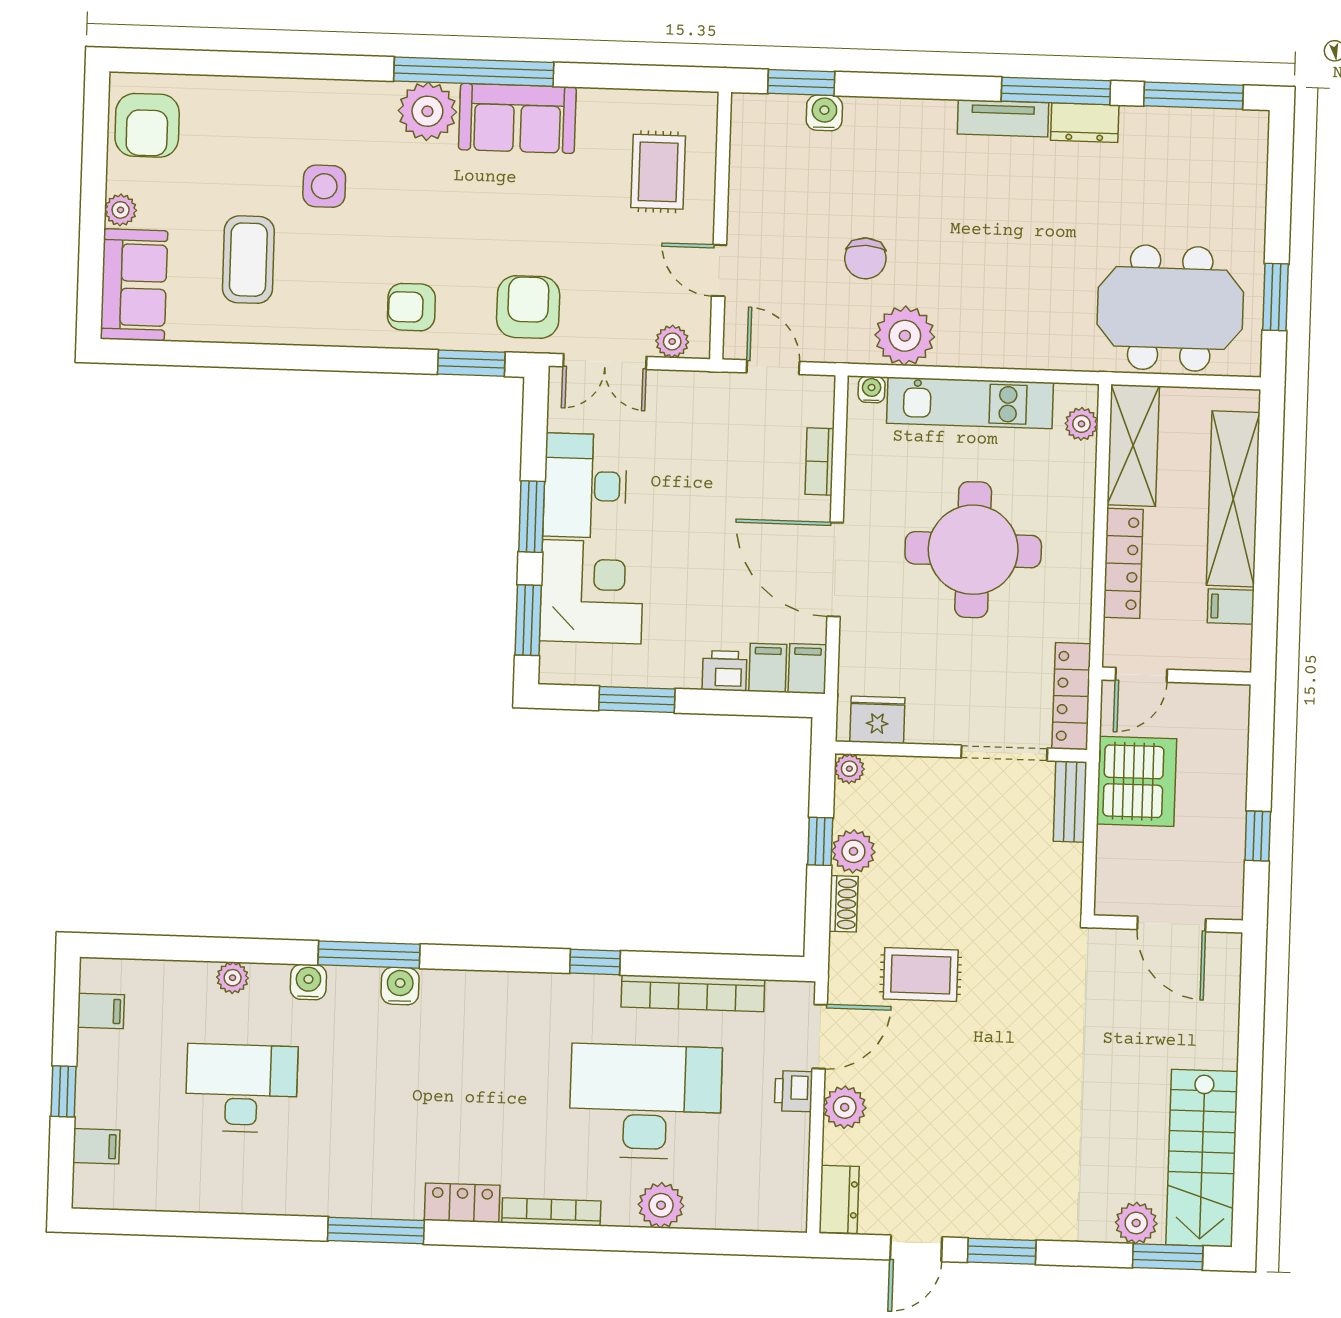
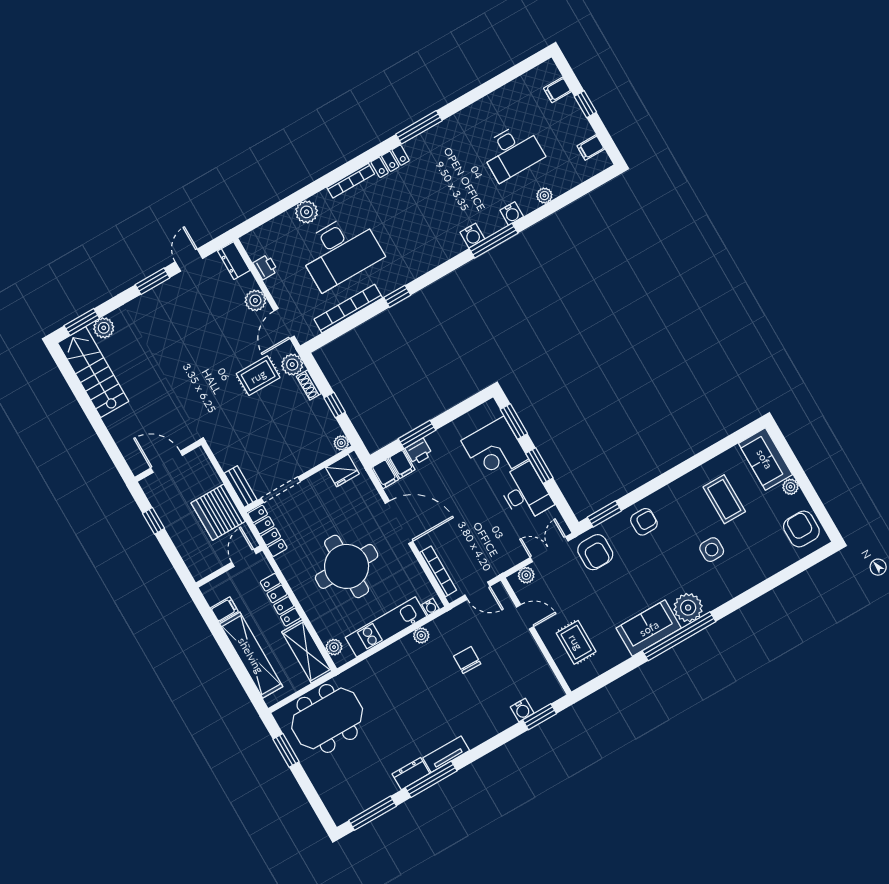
plant: (905, 336) -> (421, 635), width x0.53, depth x0.53
bookcase: (819, 462) -> (438, 571), width x1.56
window: (637, 699) -> (417, 434), moved
plant: (853, 851) -> (292, 365), moved
printer: (794, 1091) -> (265, 267), moved

